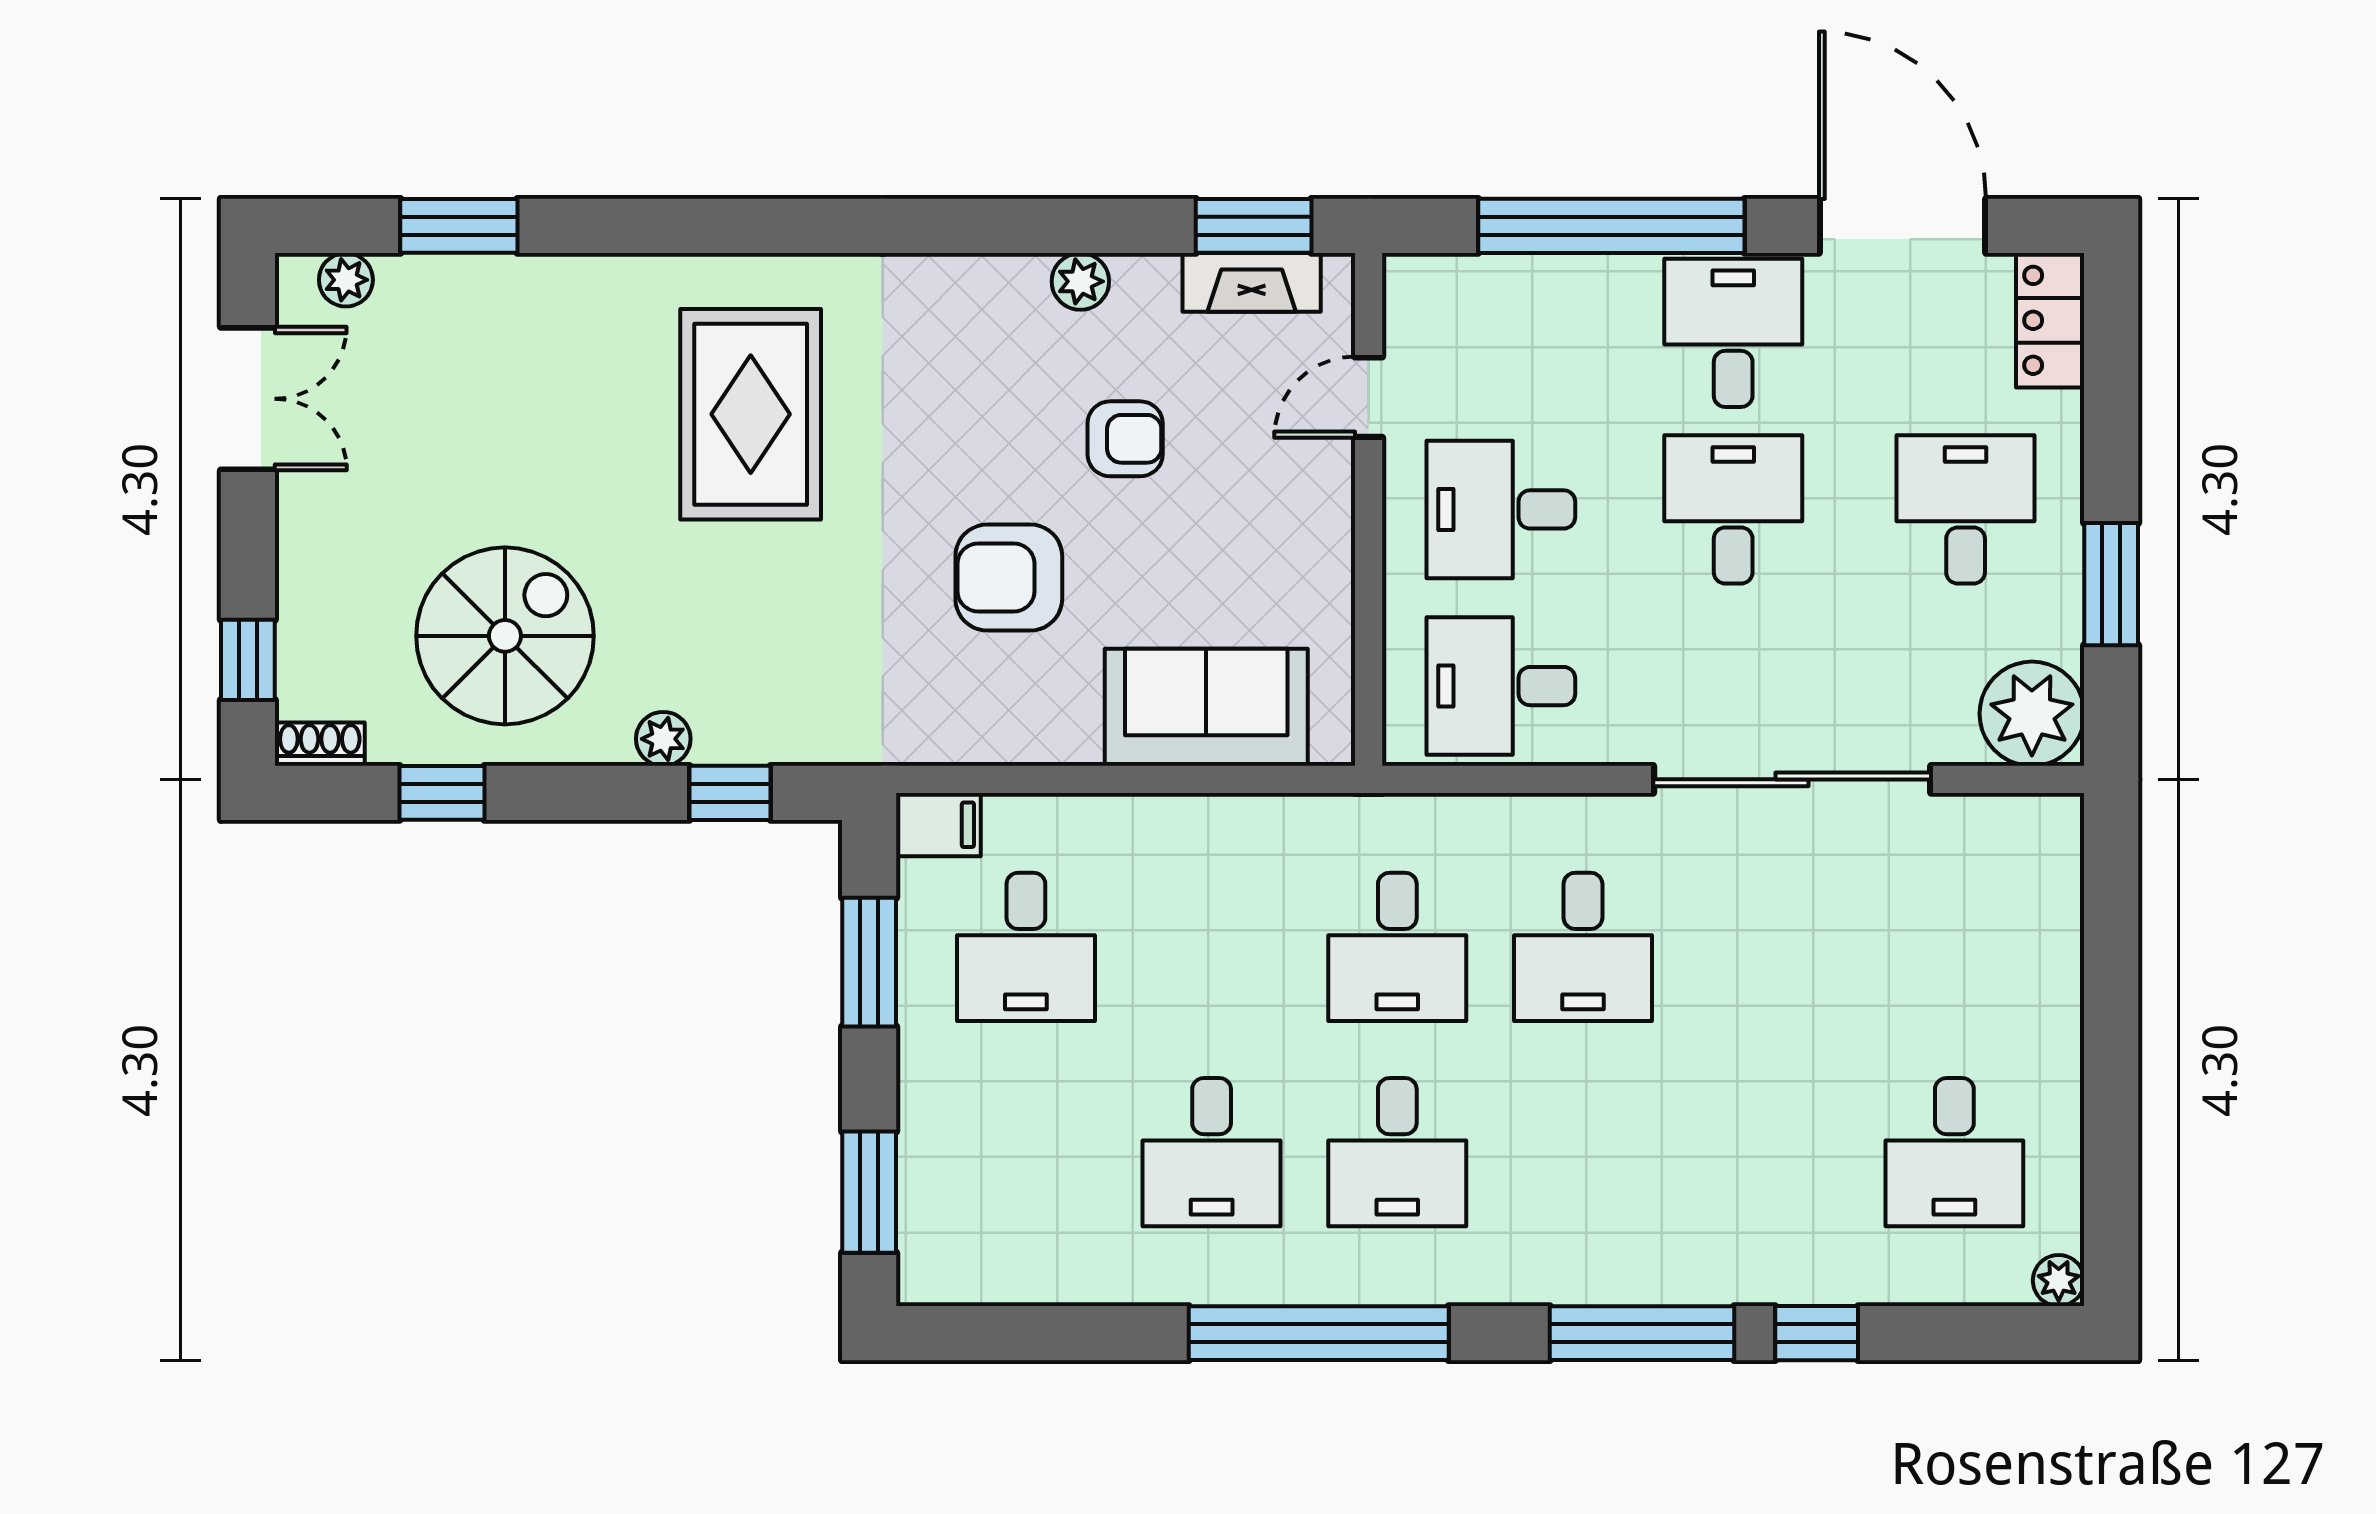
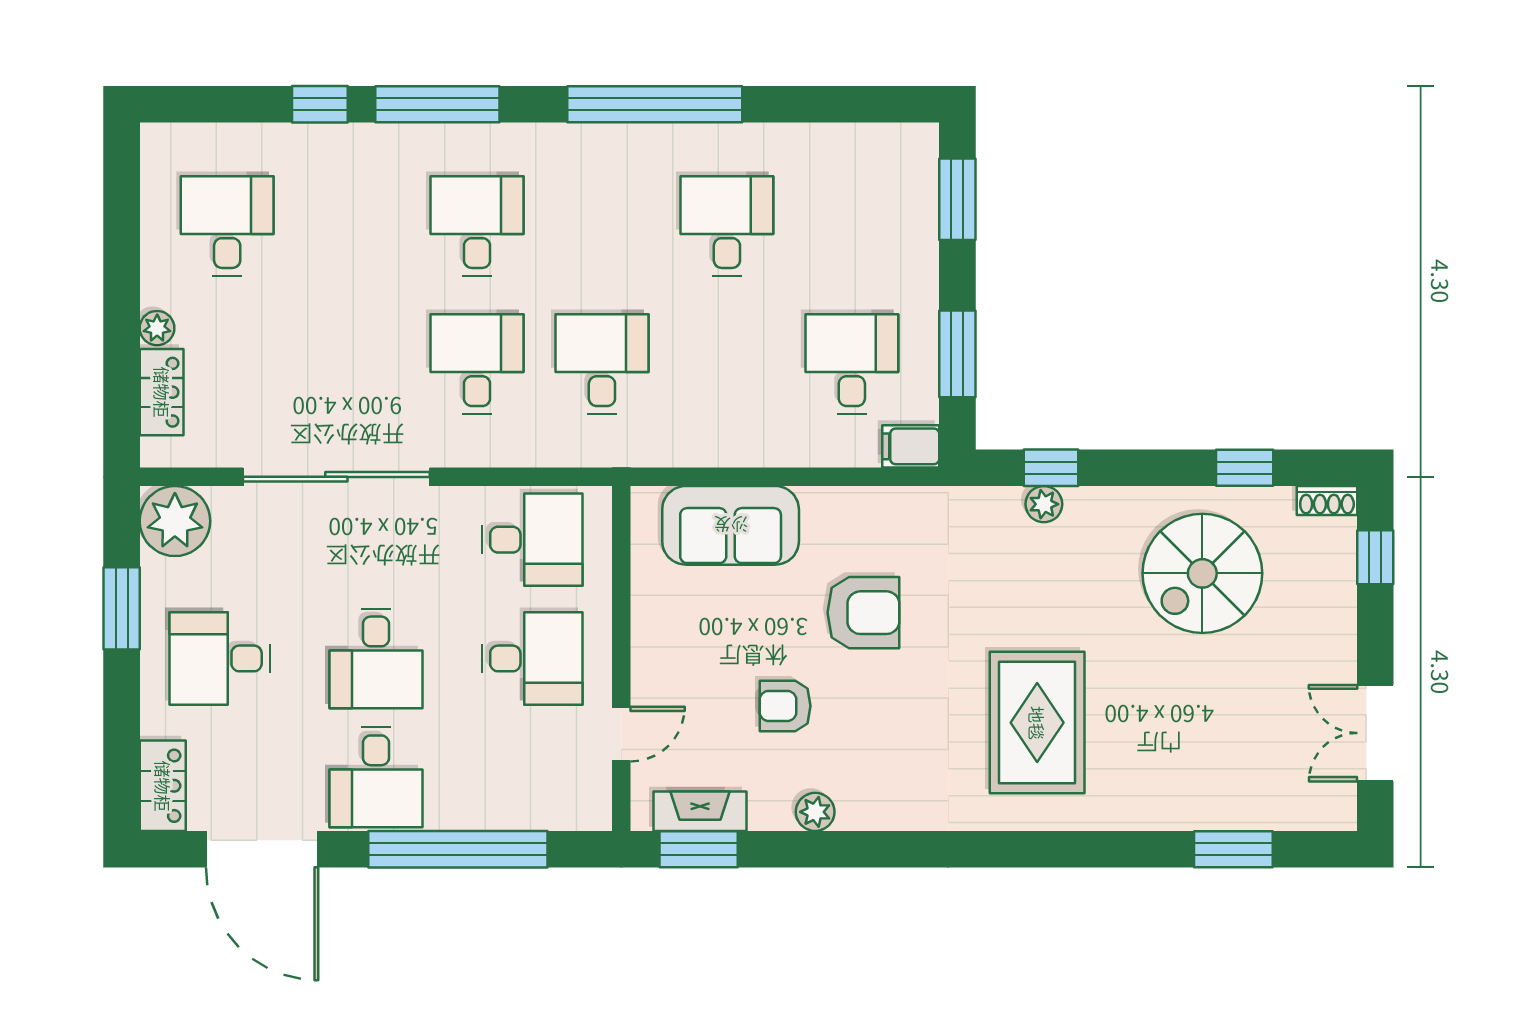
plant: (346, 280) -> (1309, 813), removed
desk: (1966, 509) -> (220, 658), turned 90
plant: (663, 739) -> (1044, 504), moved
locker: (2052, 905) -> (162, 392), added
desk: (1397, 1152) -> (477, 226), moved
plant: (2059, 1280) -> (157, 328), moved

